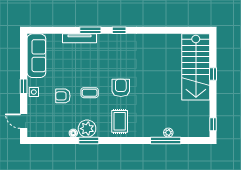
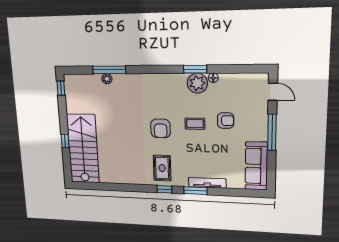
window: (24, 86) -> (272, 132), width x2.17
side table: (34, 92) -> (260, 126), removed
rug: (120, 121) -> (162, 168), moved

